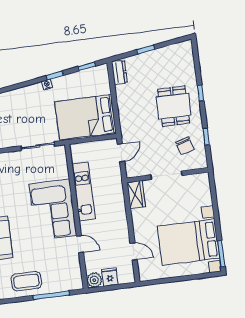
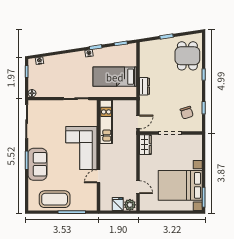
dresser: (119, 72) -> (145, 86), moved
dining table: (174, 106) -> (187, 56), moved
bed: (85, 117) -> (115, 77), width x0.67
door: (121, 153) -> (138, 122), moved
kitchen unit: (83, 191) -> (106, 122), moved
door: (80, 244) -> (98, 176), swing flipped
plant: (94, 280) -> (130, 205), moved
coffee table: (26, 281) -> (55, 199), width x1.36, depth x1.32

